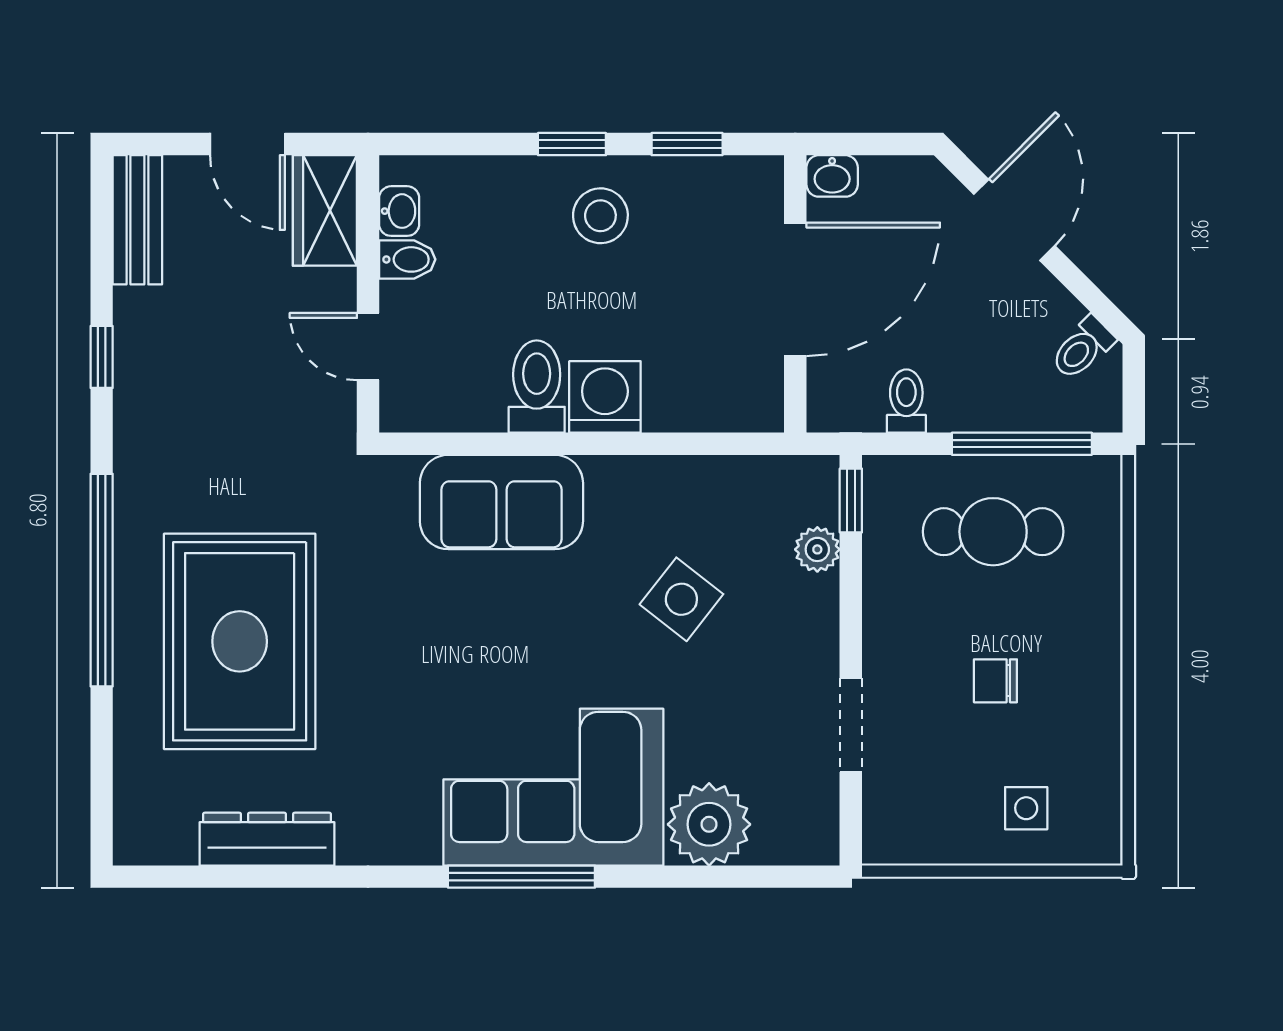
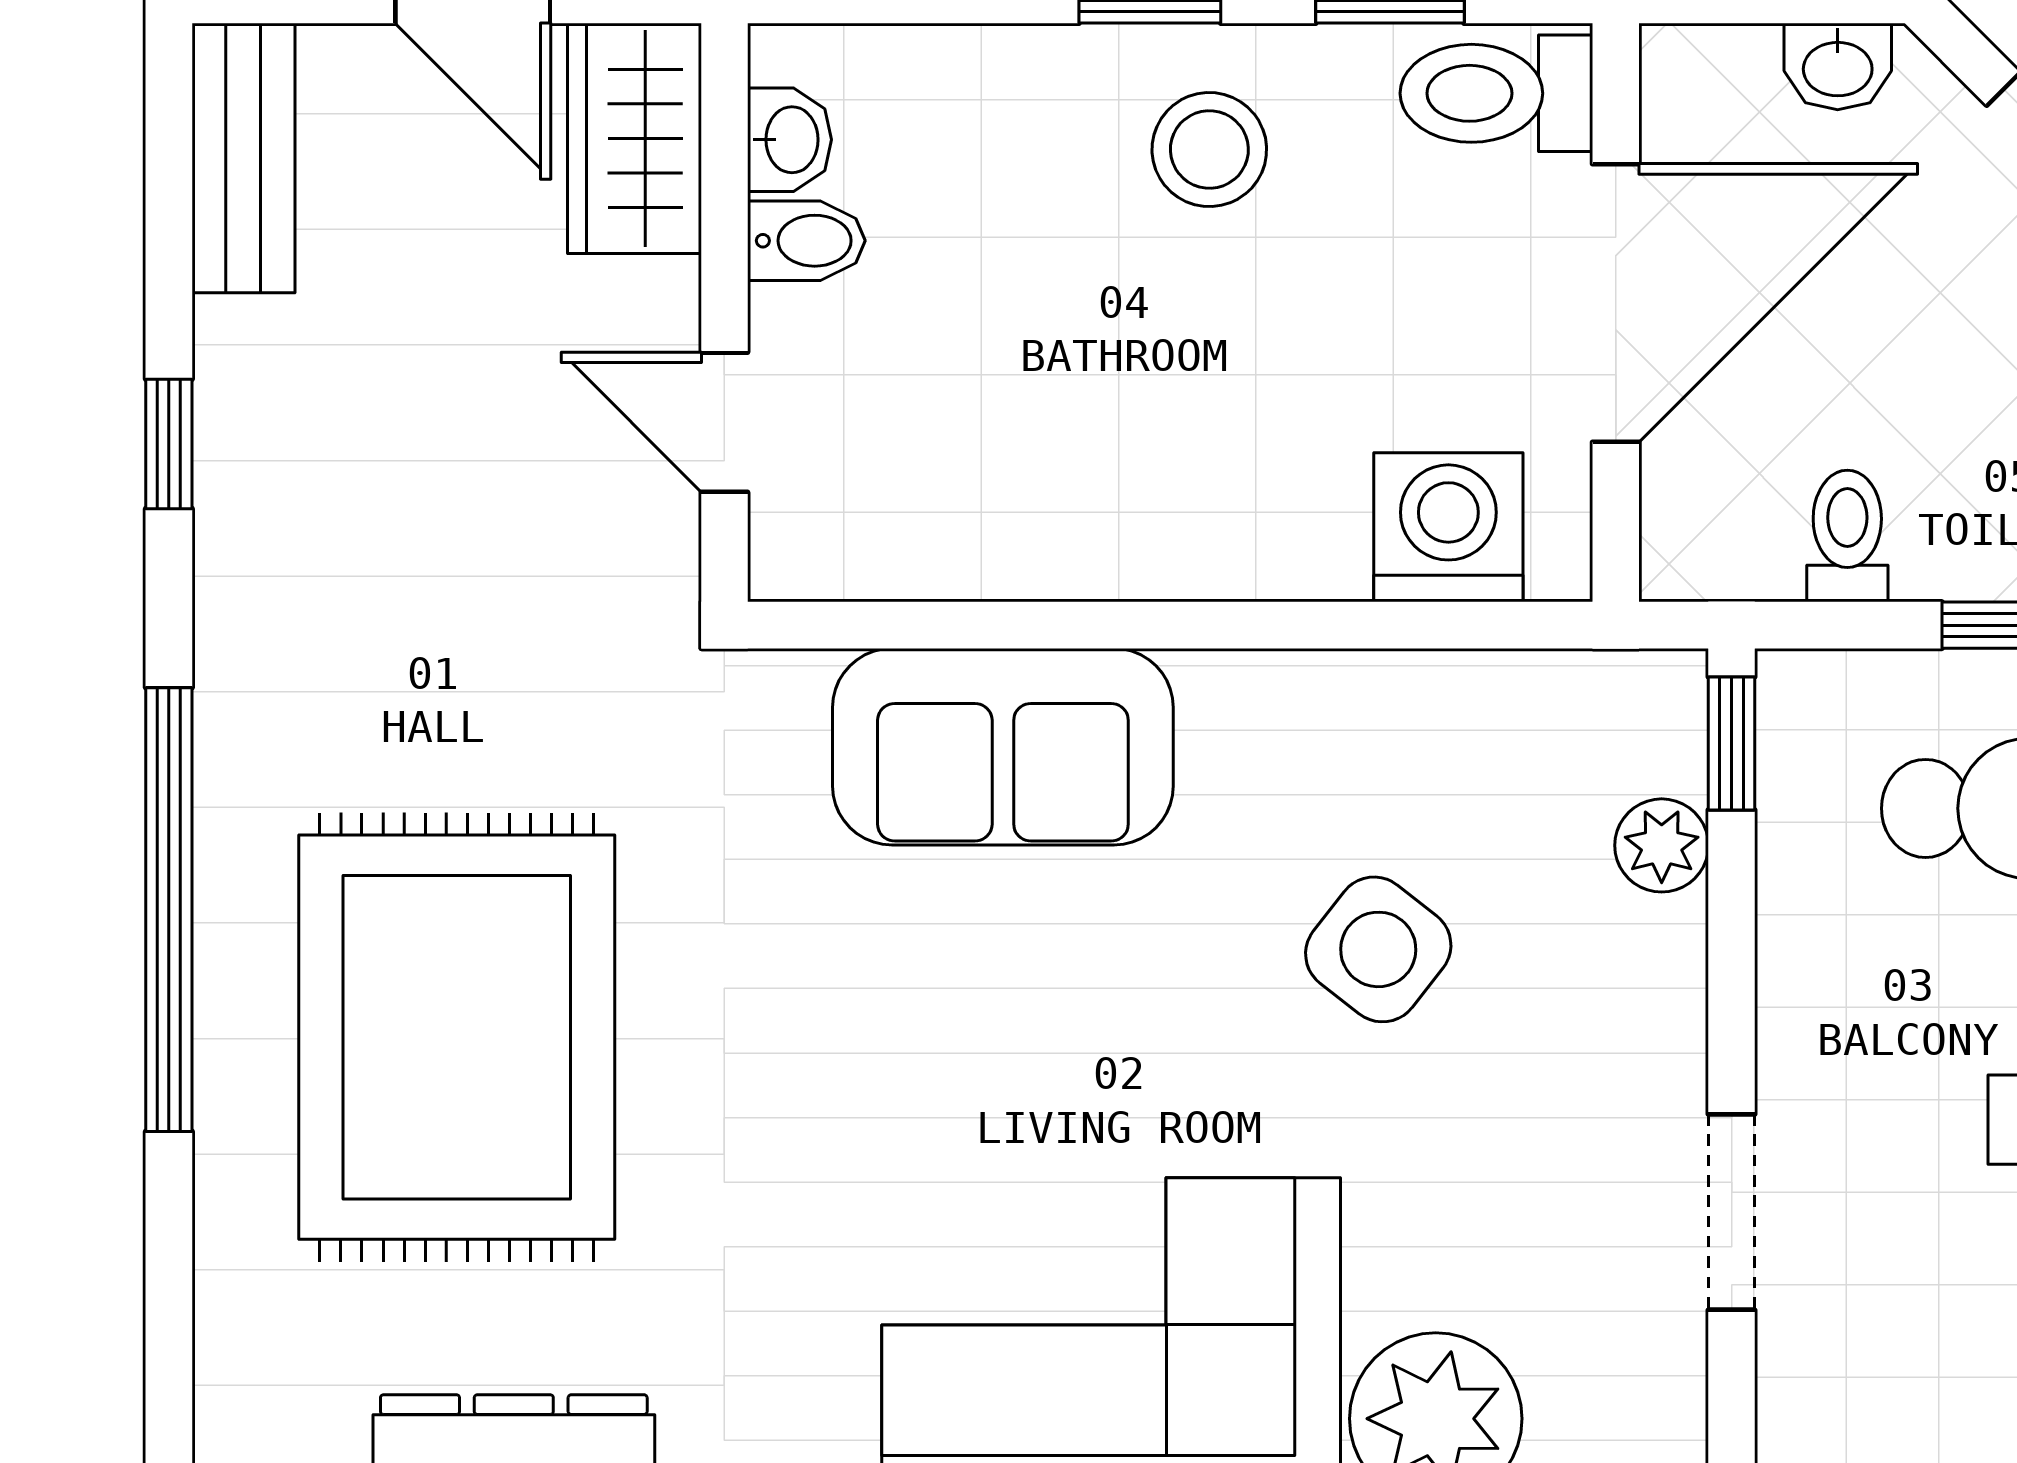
washbasin: (832, 176) -> (1838, 66), moved
toilet: (537, 387) -> (1496, 93), moved, turned -90
washing machine: (605, 397) -> (1448, 527), moved

